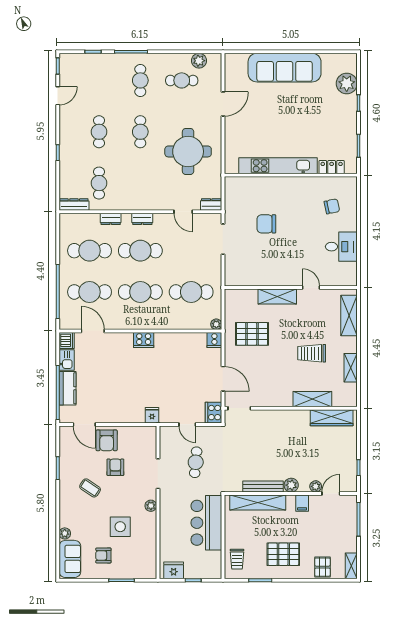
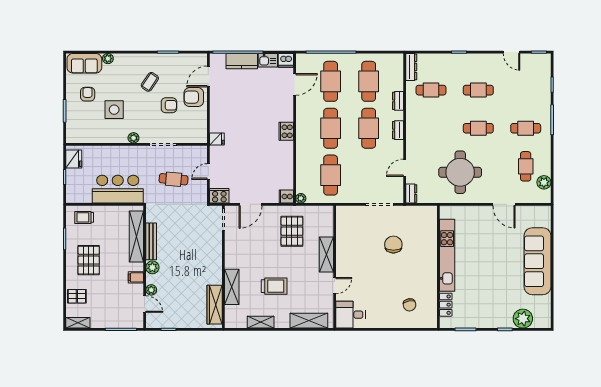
desk: (341, 247) -> (350, 315), moved, turned 90
trolley: (312, 353) -> (274, 286), turned 90

